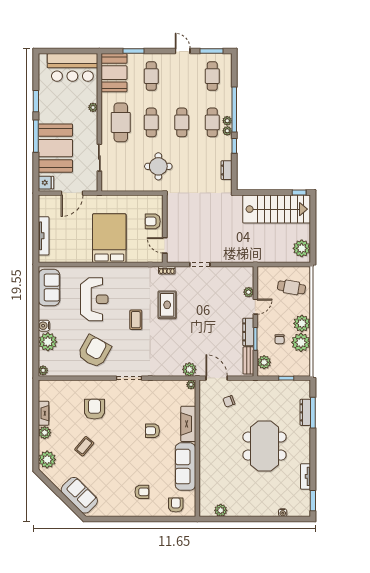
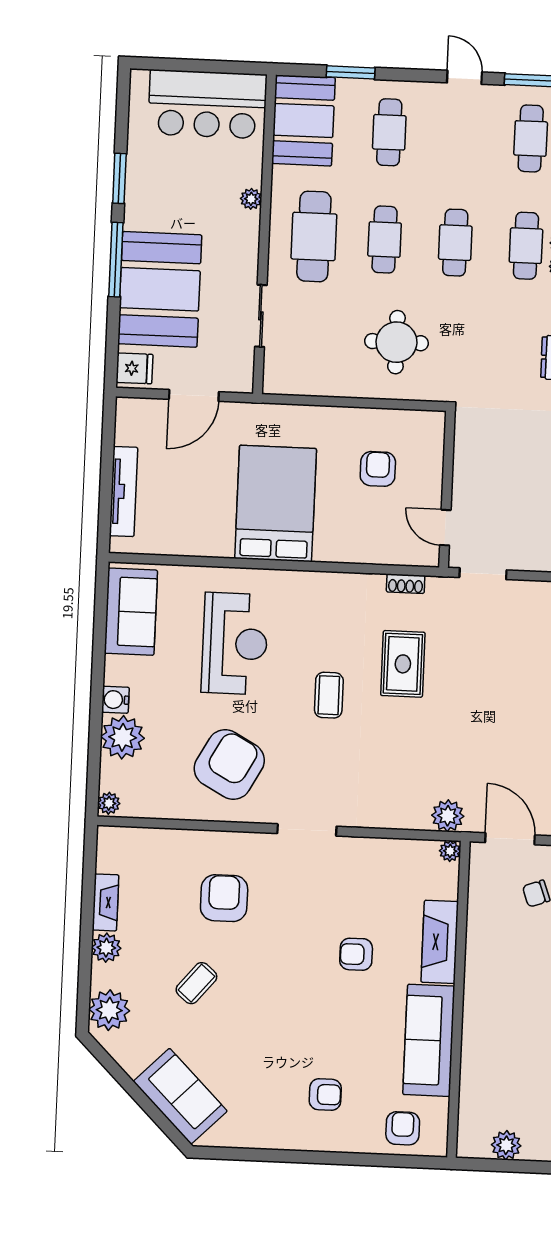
armchair: (153, 221) -> (378, 469), turned 90
wall: (165, 229) -> (447, 489), moved
door: (165, 245) -> (445, 528), moved

